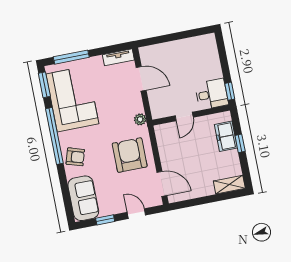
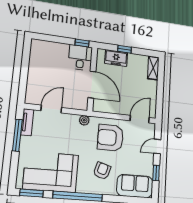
window: (71, 57) -> (17, 135), moved
door: (184, 116) -> (92, 85), width x1.88
armchair: (75, 157) -> (102, 171), moved

